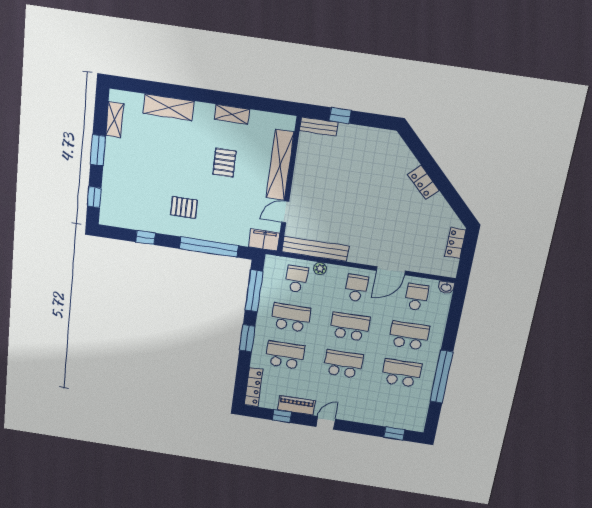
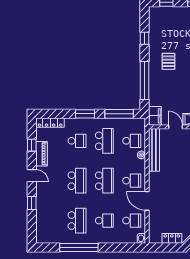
school desk: (409, 336) -> (104, 221), width x0.54
school desk: (285, 355) -> (77, 141), width x0.54
window: (394, 433) -> (32, 203), moved

